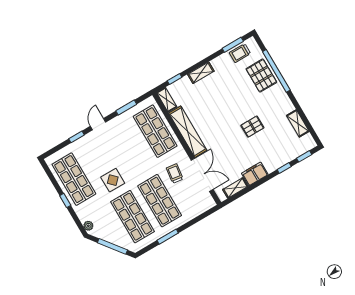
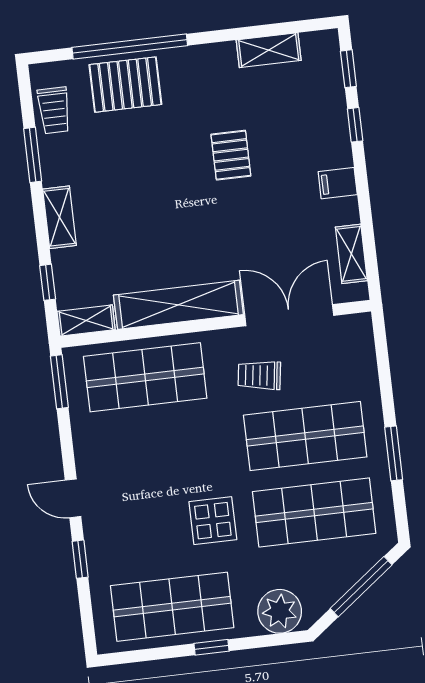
window: (233, 45) -> (33, 155), moved
window: (126, 108) -> (59, 382), moved
filing cabinet: (255, 174) -> (338, 183), width x0.50
plant: (88, 226) -> (280, 611), width x1.88, depth x1.88

